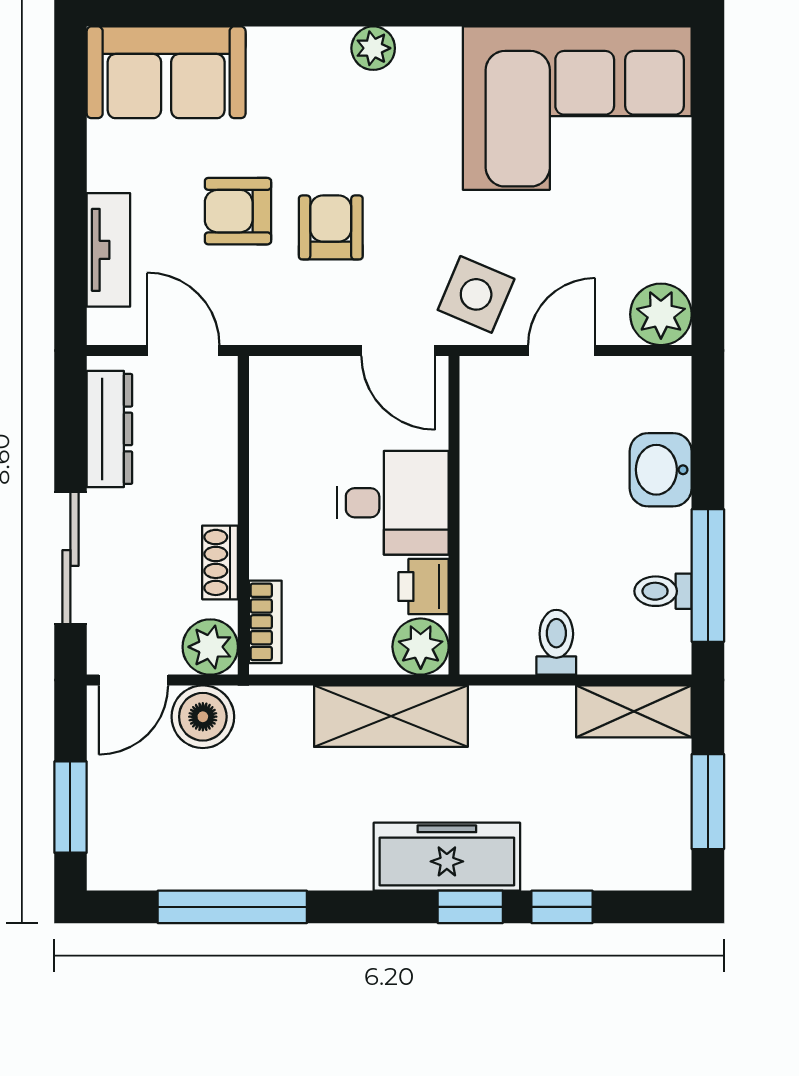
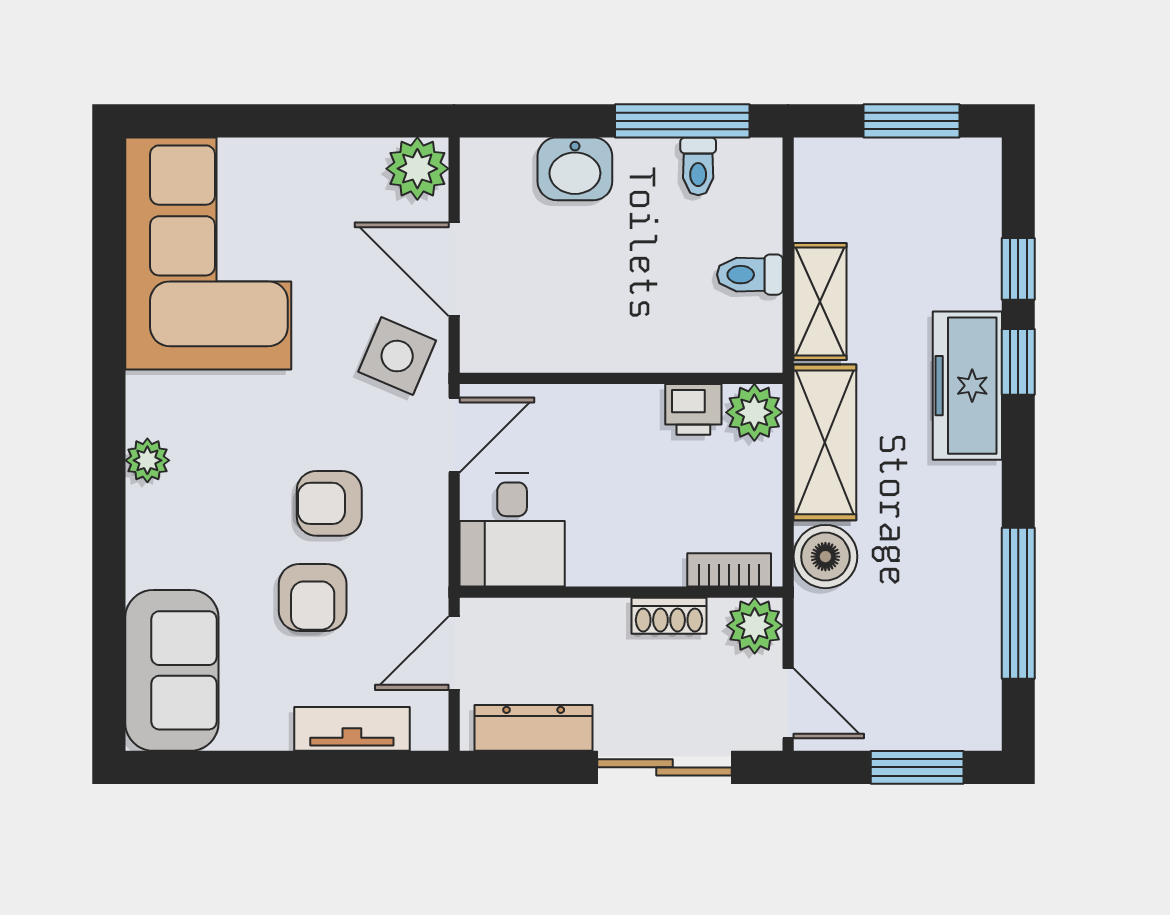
door: (562, 351) -> (454, 269), width x1.38
desk: (393, 503) -> (512, 530), moved, turned 180
shelving: (634, 711) -> (820, 301), moved
boiler: (203, 717) -> (825, 557), moved

